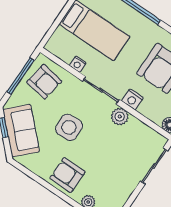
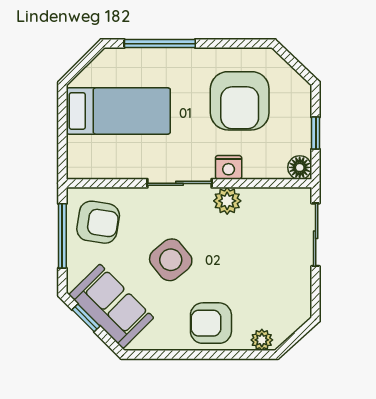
nightstand: (78, 64) -> (126, 170), removed
side table: (69, 127) -> (171, 260), turned -36

